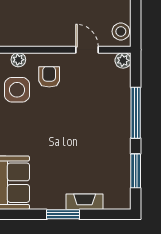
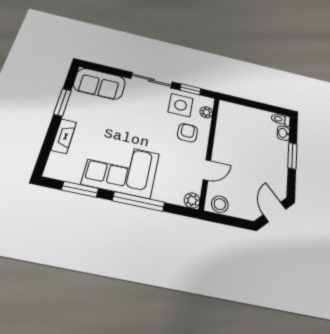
armchair: (49, 77) -> (187, 133), turned -90
corner sofa: (106, 137) -> (121, 169), added
window: (63, 214) -> (62, 102), moved

